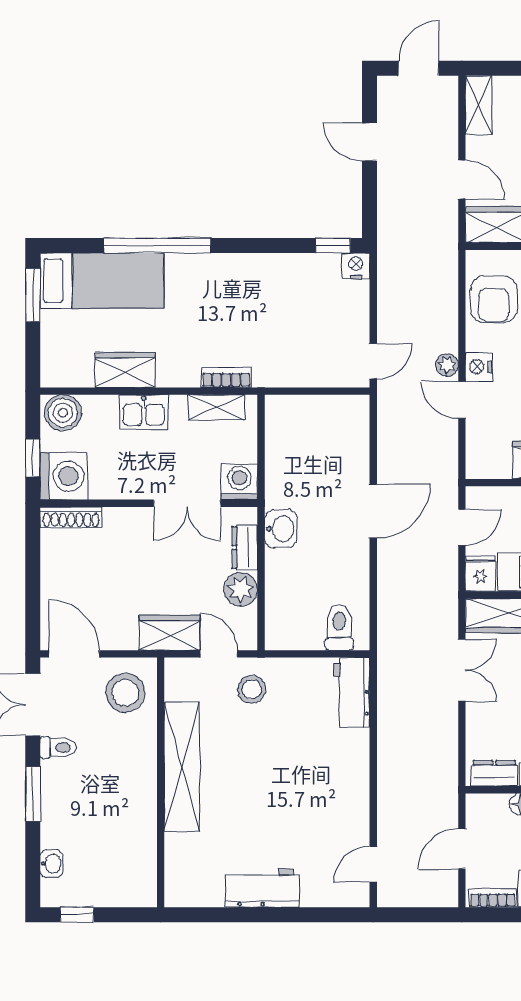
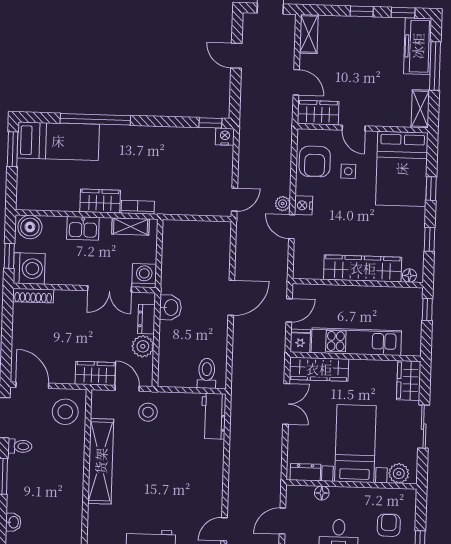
wardrobe: (125, 370) -> (100, 201), moved

